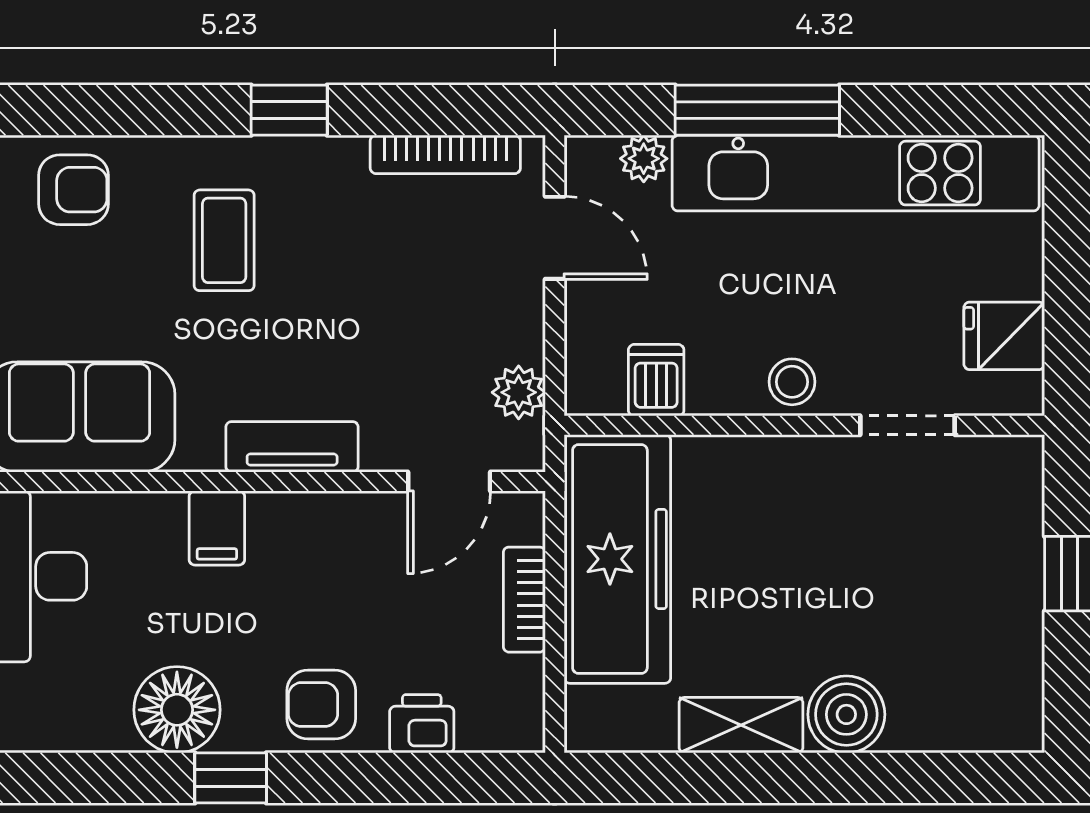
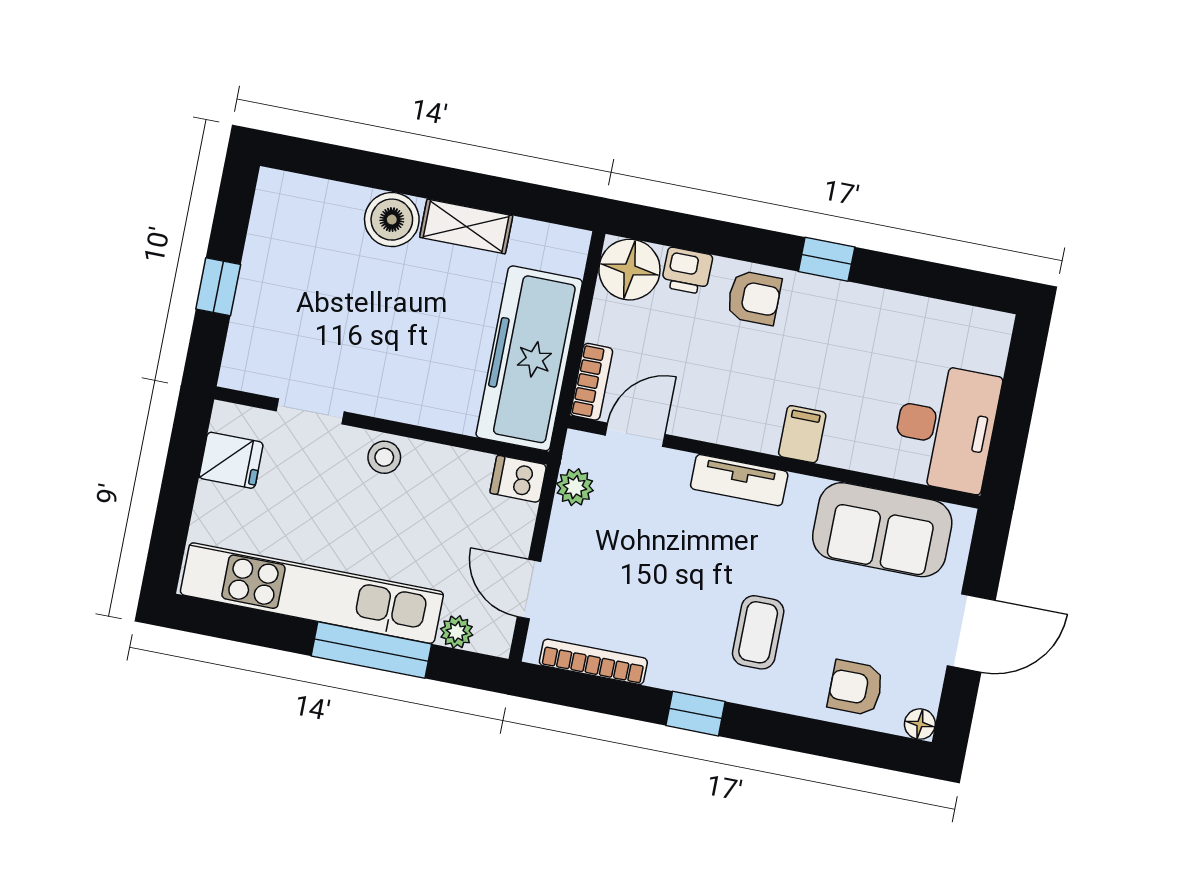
dishwasher: (656, 380) -> (518, 479), moved, turned 90
bookcase: (524, 600) -> (592, 382), moved
floor lamp: (177, 710) -> (629, 270), moved

